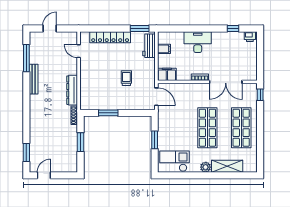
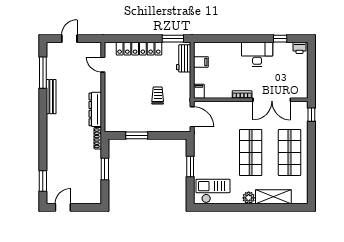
desk: (198, 42) -> (257, 54), moved
filing cabinet: (167, 74) -> (199, 91), width x0.50

